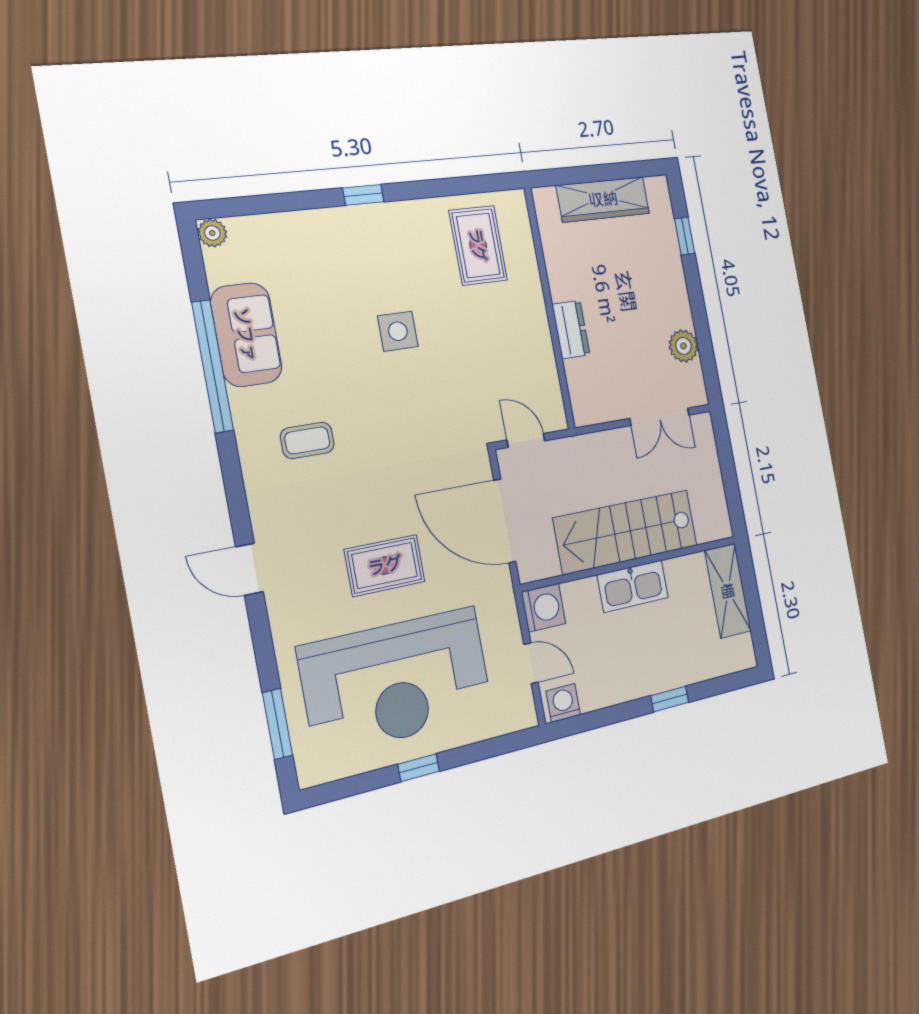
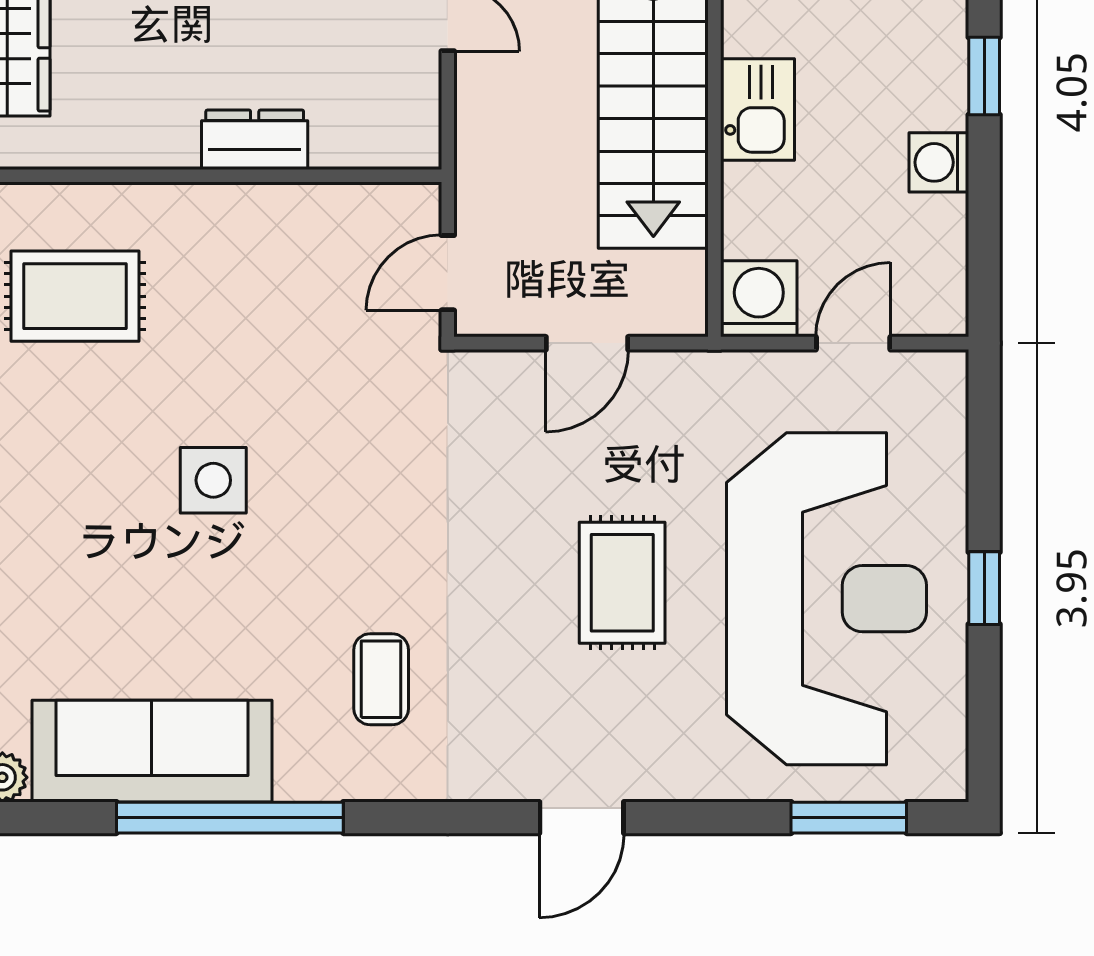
sofa: (246, 335) -> (152, 751), width x1.36
door: (505, 521) -> (587, 343), width x0.53
kitchen sink: (633, 586) -> (757, 110), width x0.73
washing machine: (563, 703) -> (939, 162), moved

